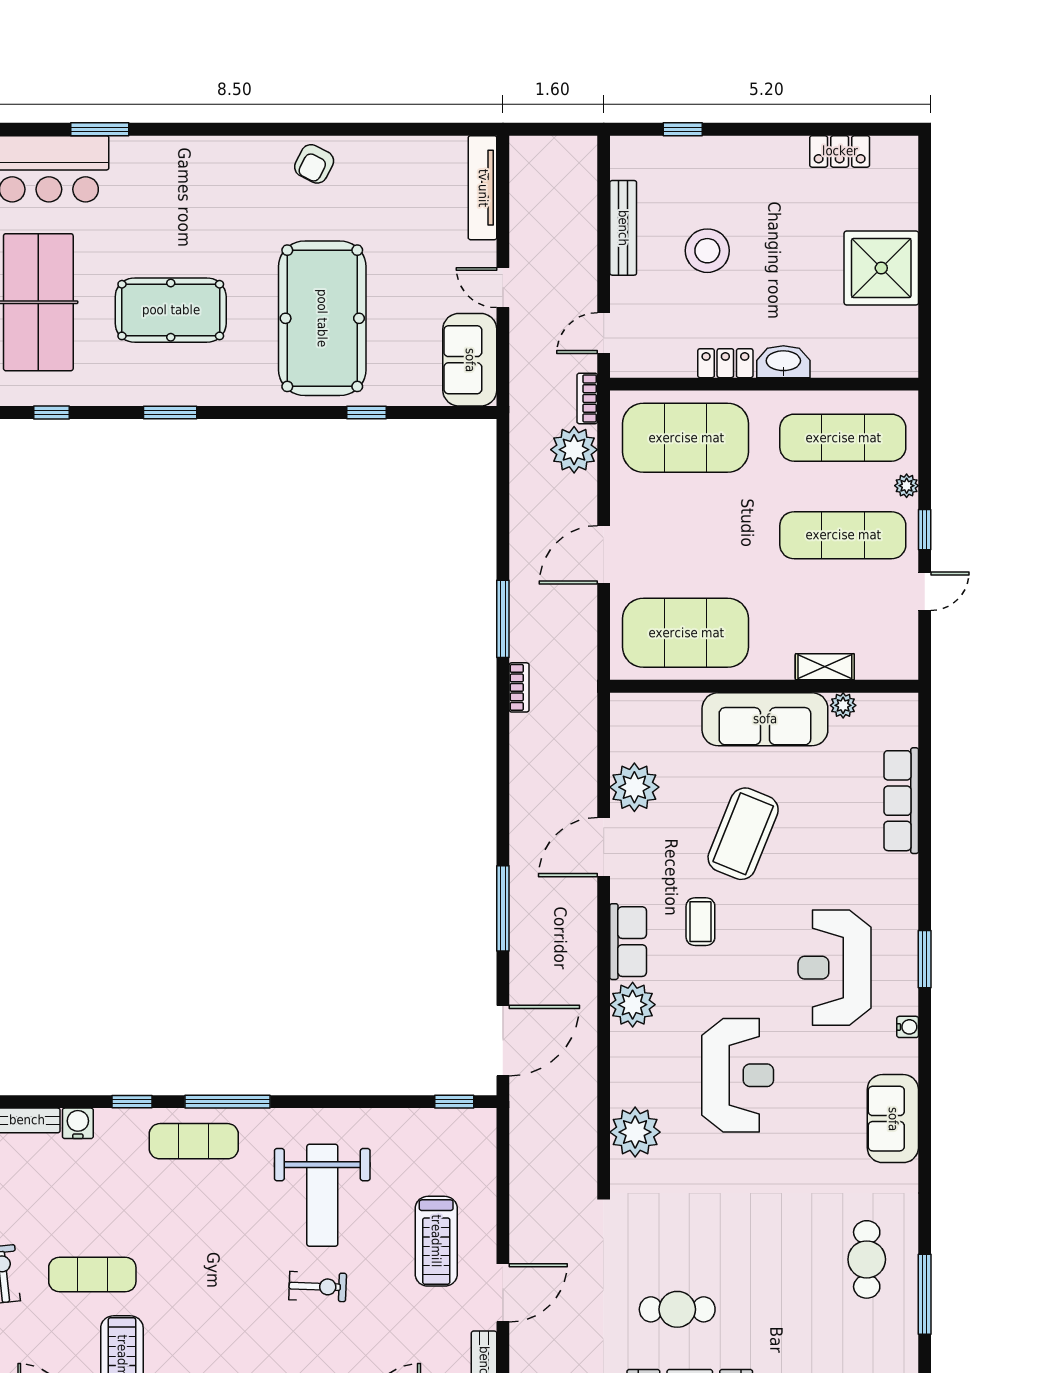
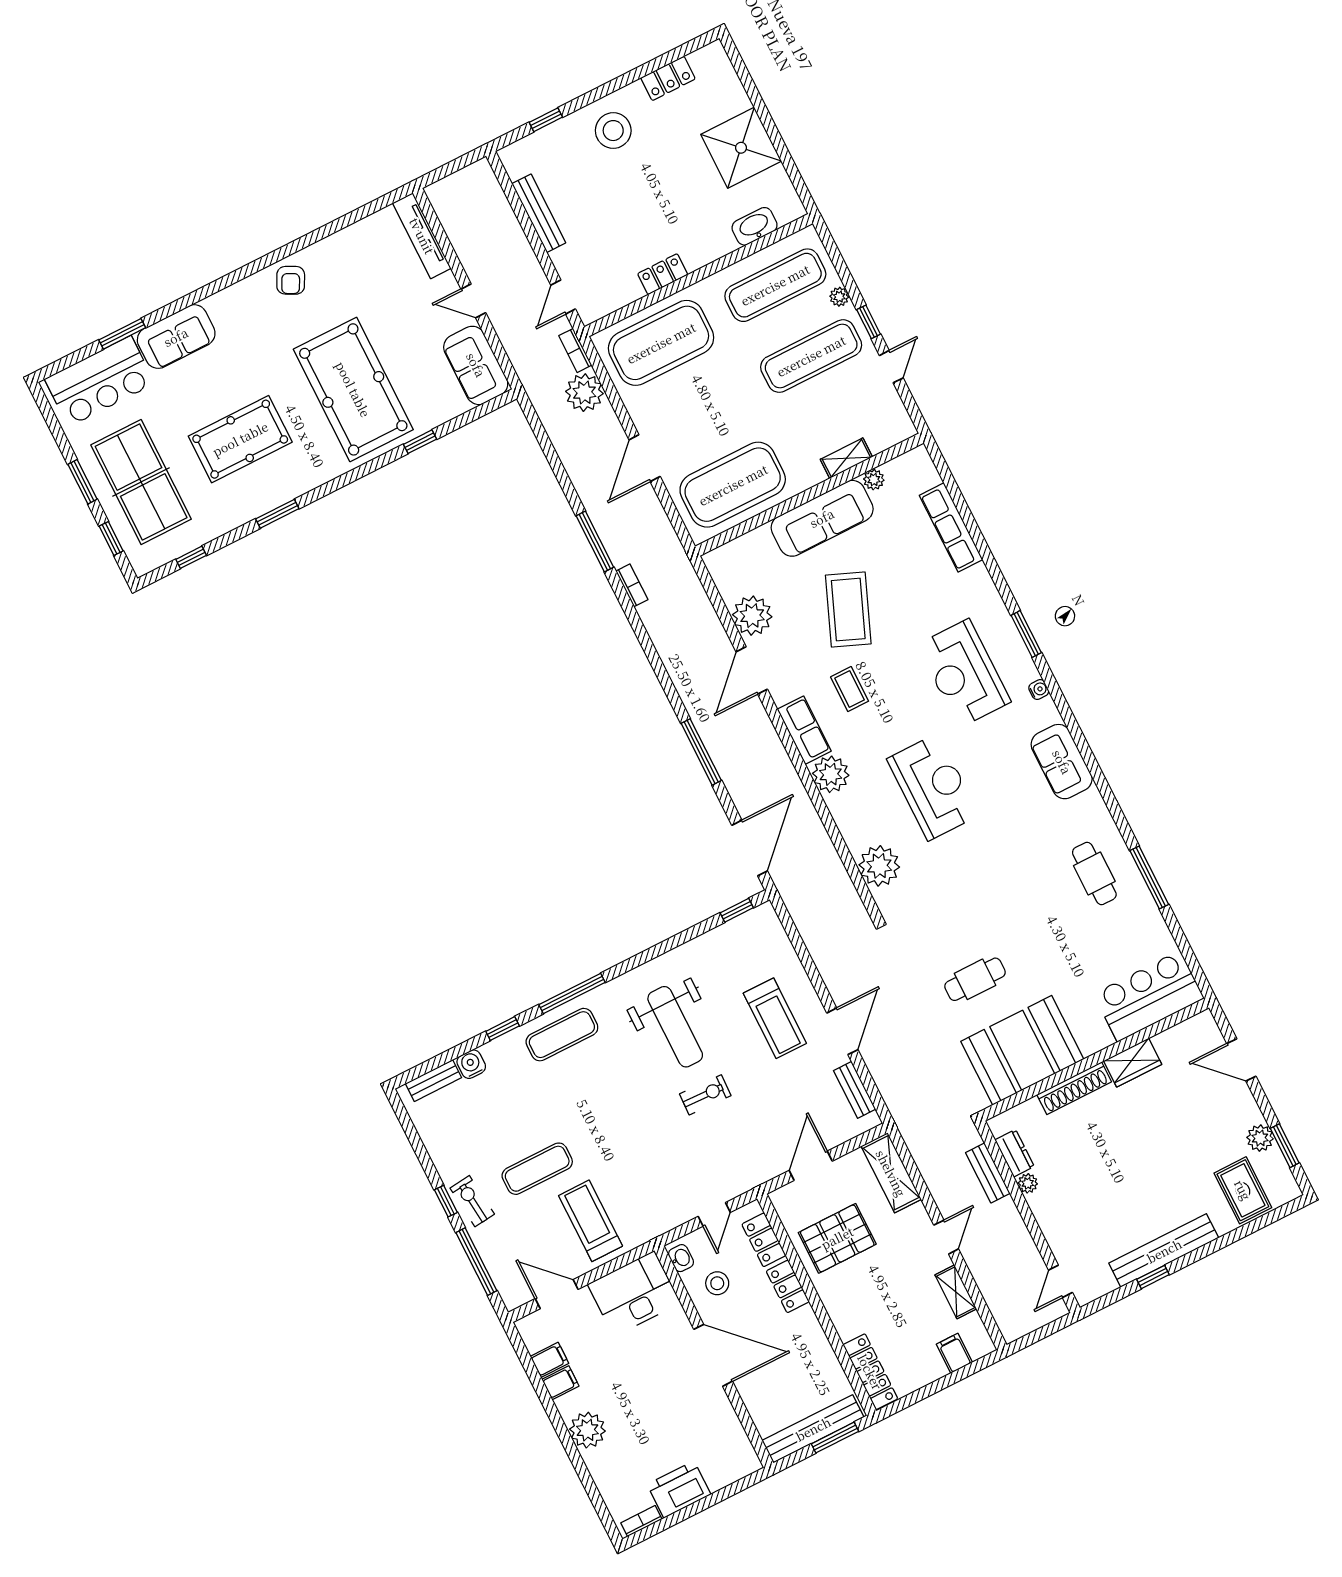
sofa: (157, 162) -> (176, 337), added
stool: (707, 251) -> (613, 131), moved
washbasin: (783, 362) -> (755, 226), moved

